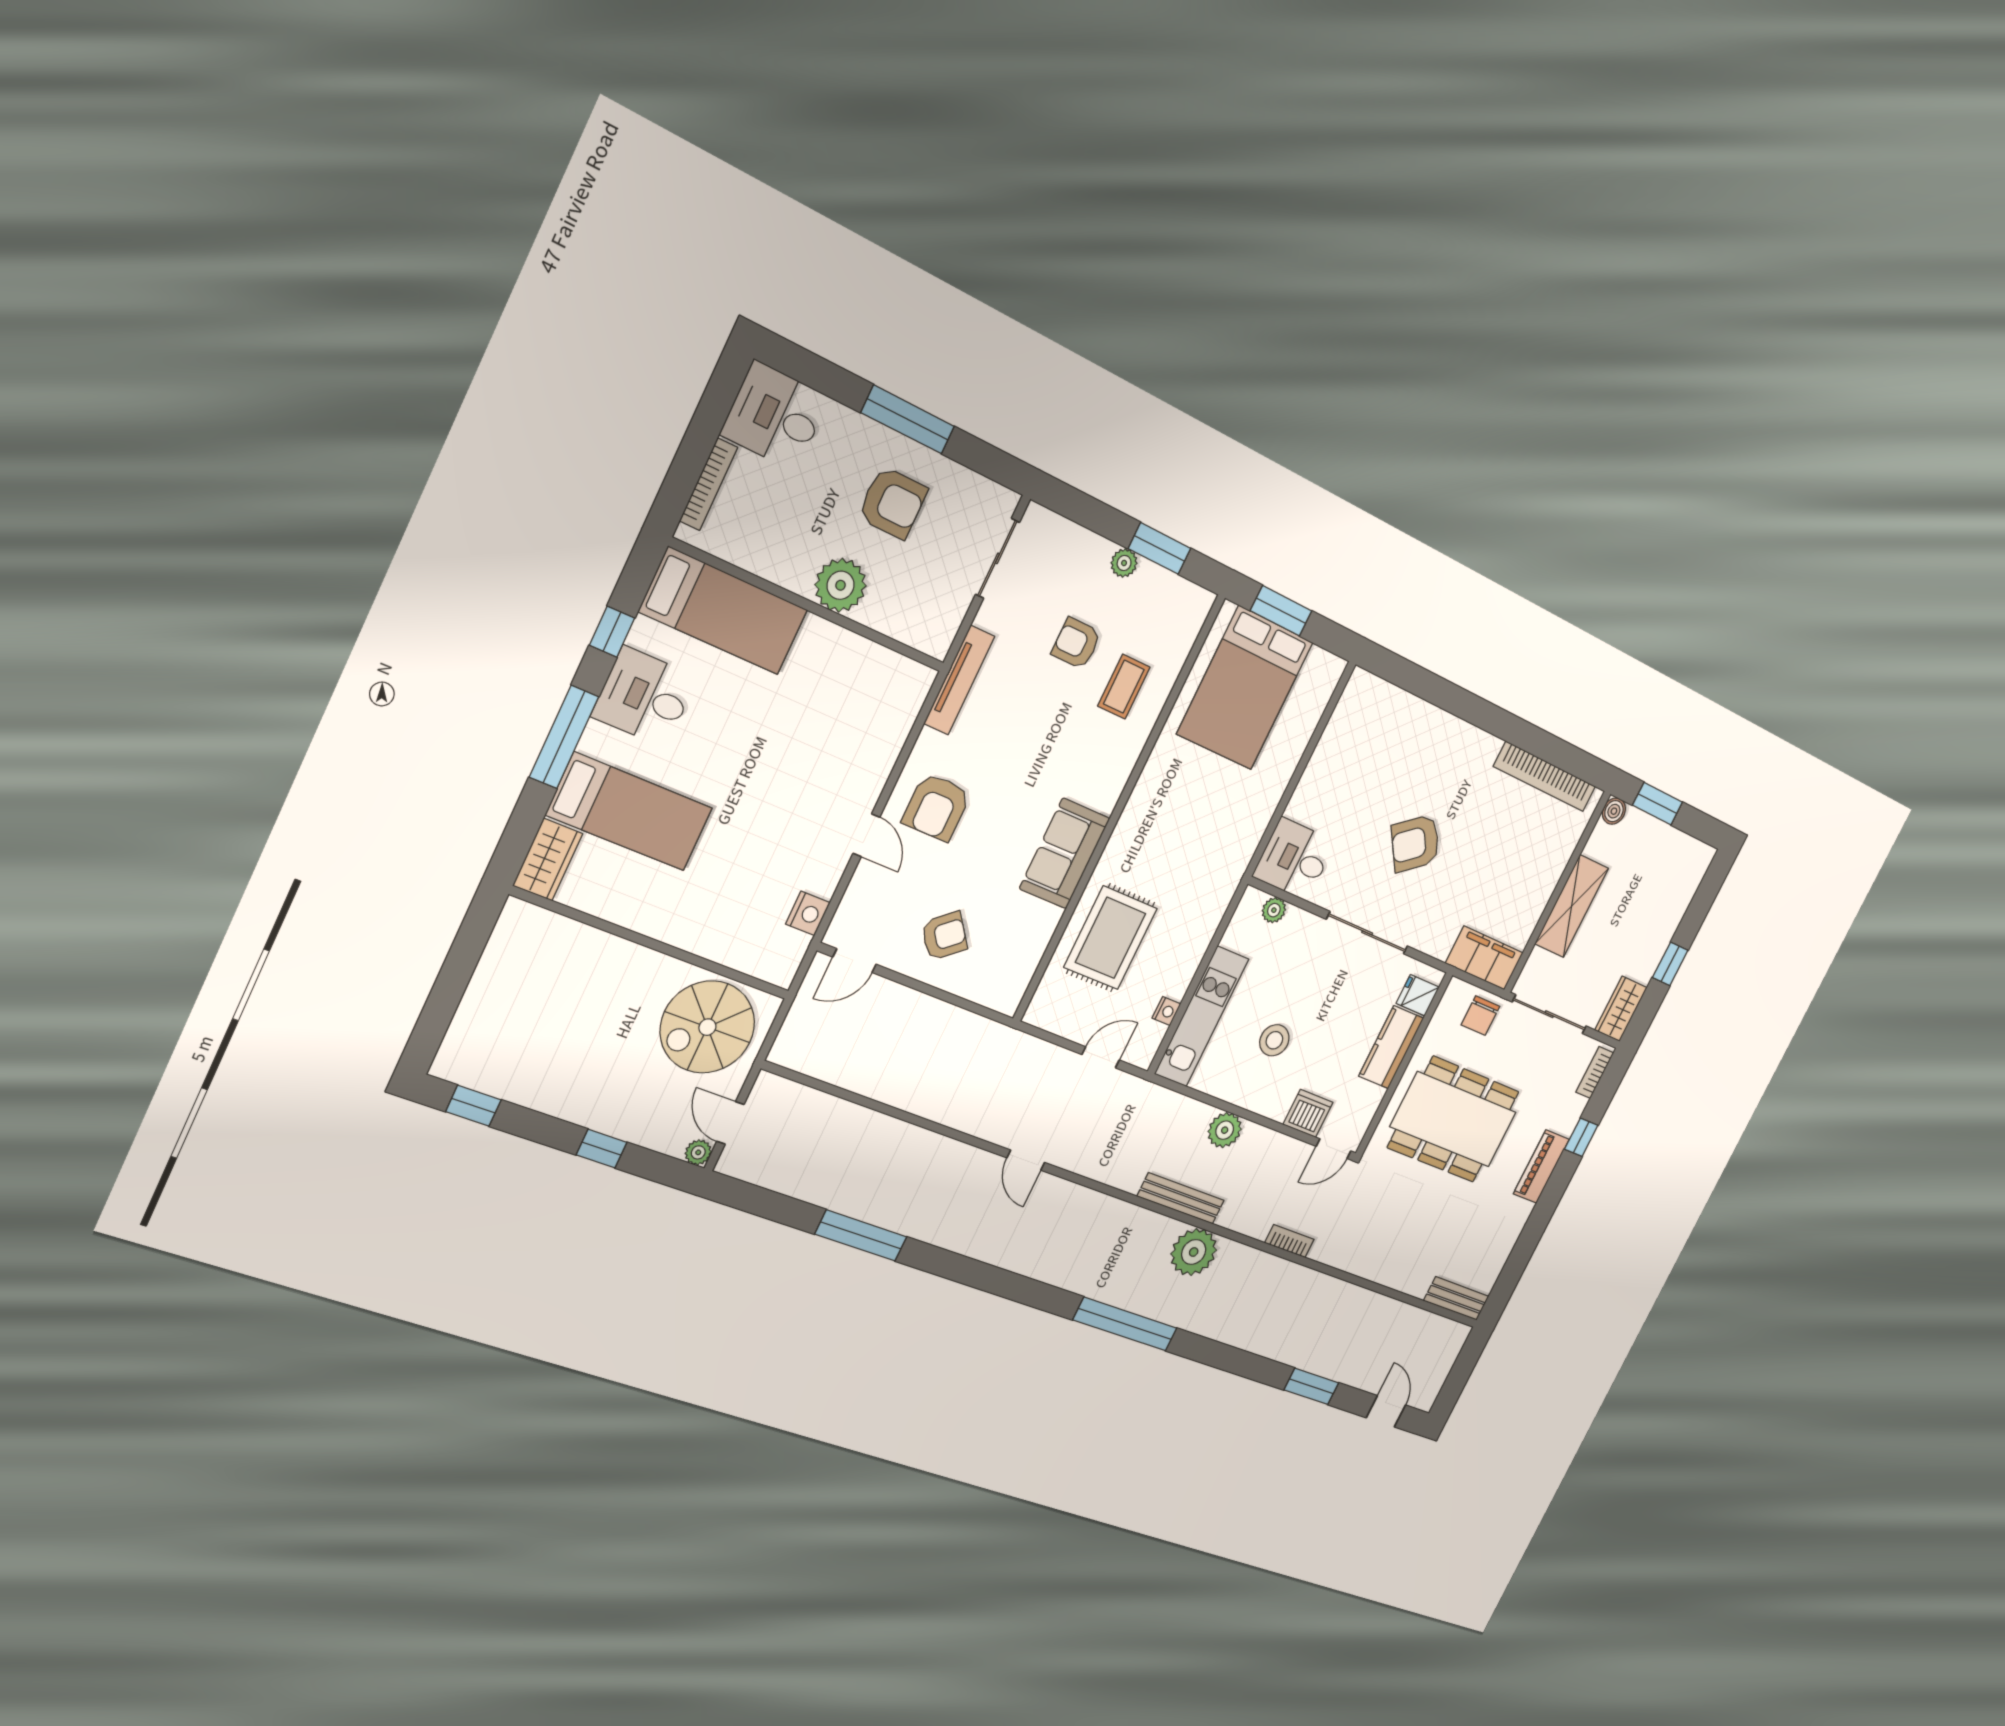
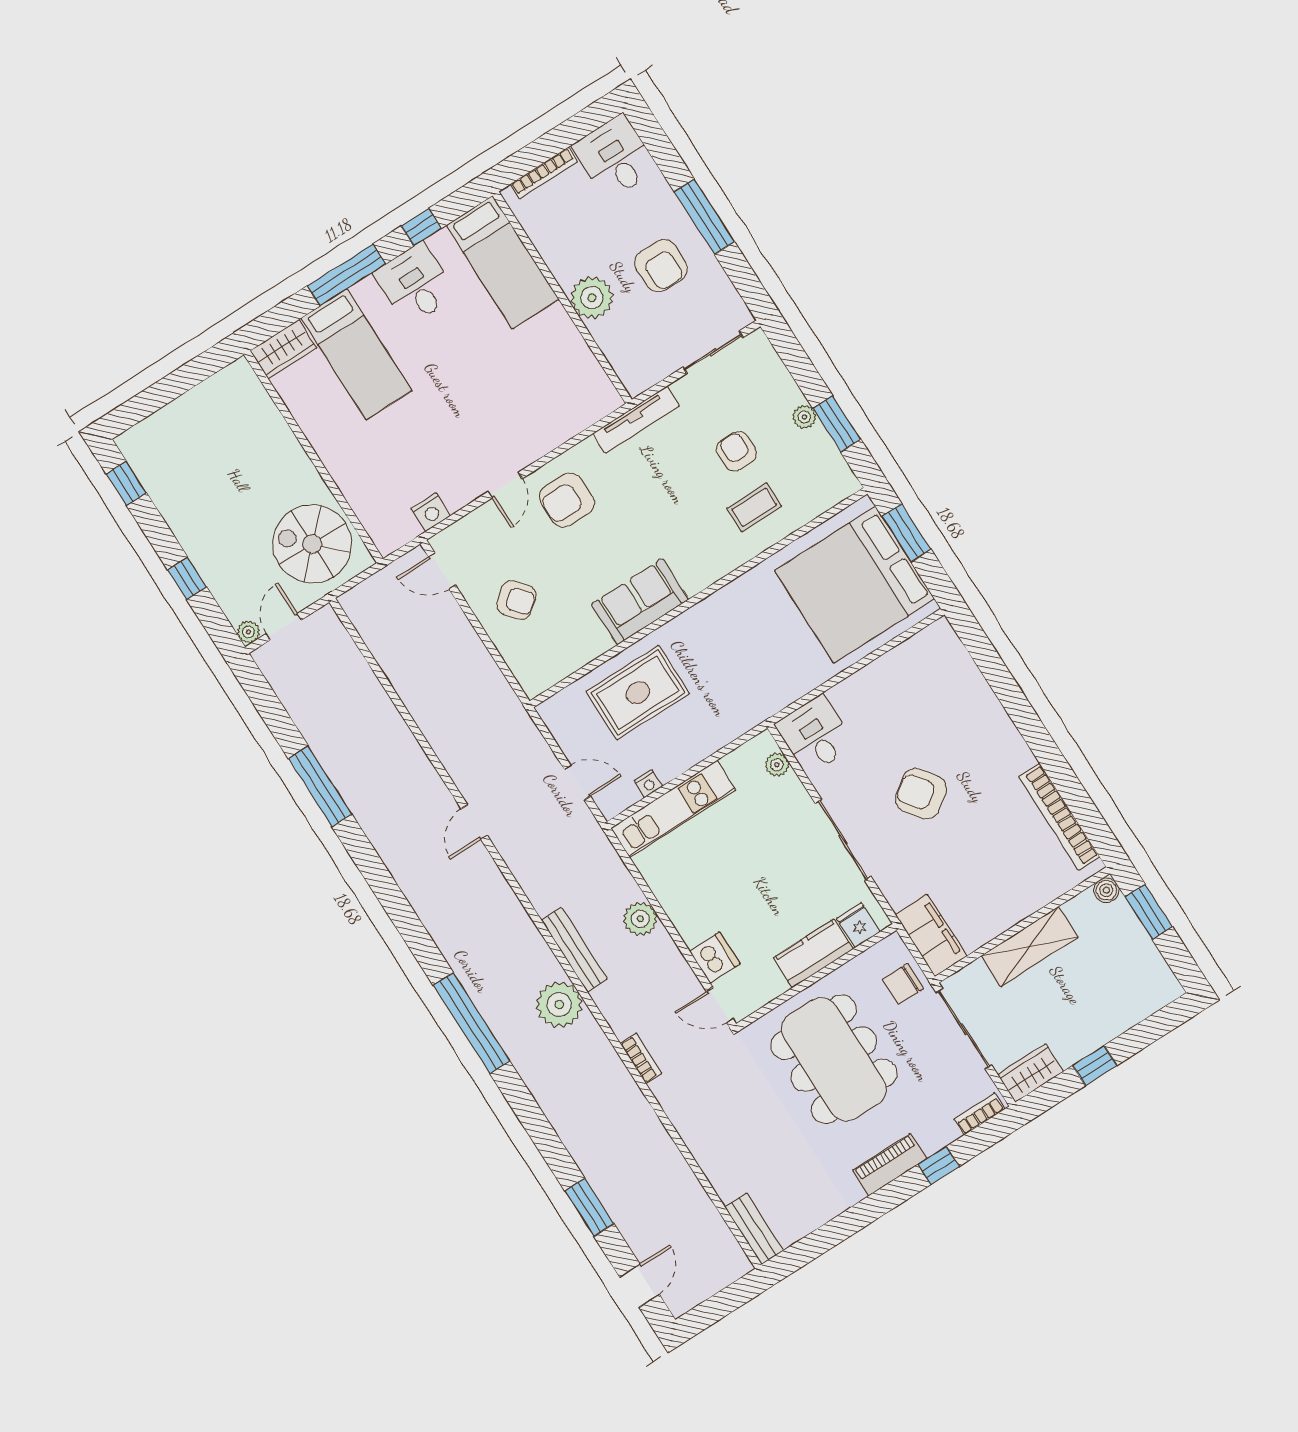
bed: (1245, 688) -> (855, 585), width x1.36
stool: (1274, 1040) -> (720, 873), removed

